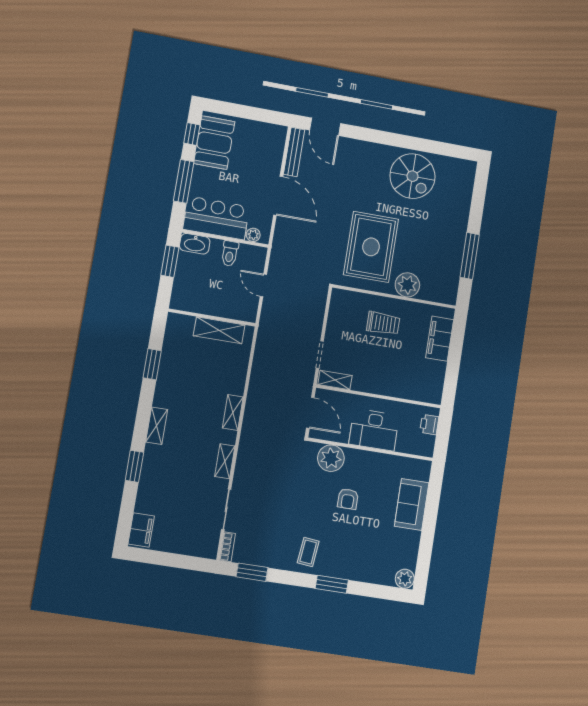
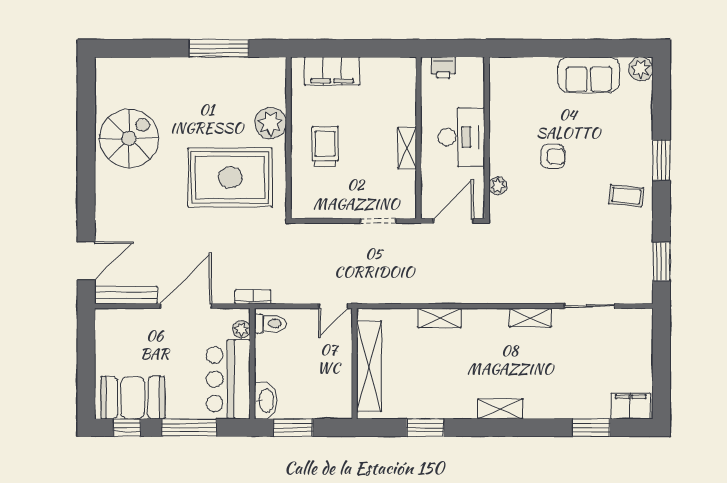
toilet: (230, 253) -> (270, 323), moved
door: (263, 285) -> (333, 306), moved
shelving: (219, 330) -> (369, 366), width x1.47
shelving: (335, 380) -> (407, 148), moved
shelving: (233, 412) -> (440, 318), moved
plant: (331, 458) -> (498, 186), width x0.53, depth x0.53
window: (134, 466) -> (591, 428), moved
sofa: (412, 504) -> (589, 75), moved
bookcase: (227, 547) -> (253, 297), moved

